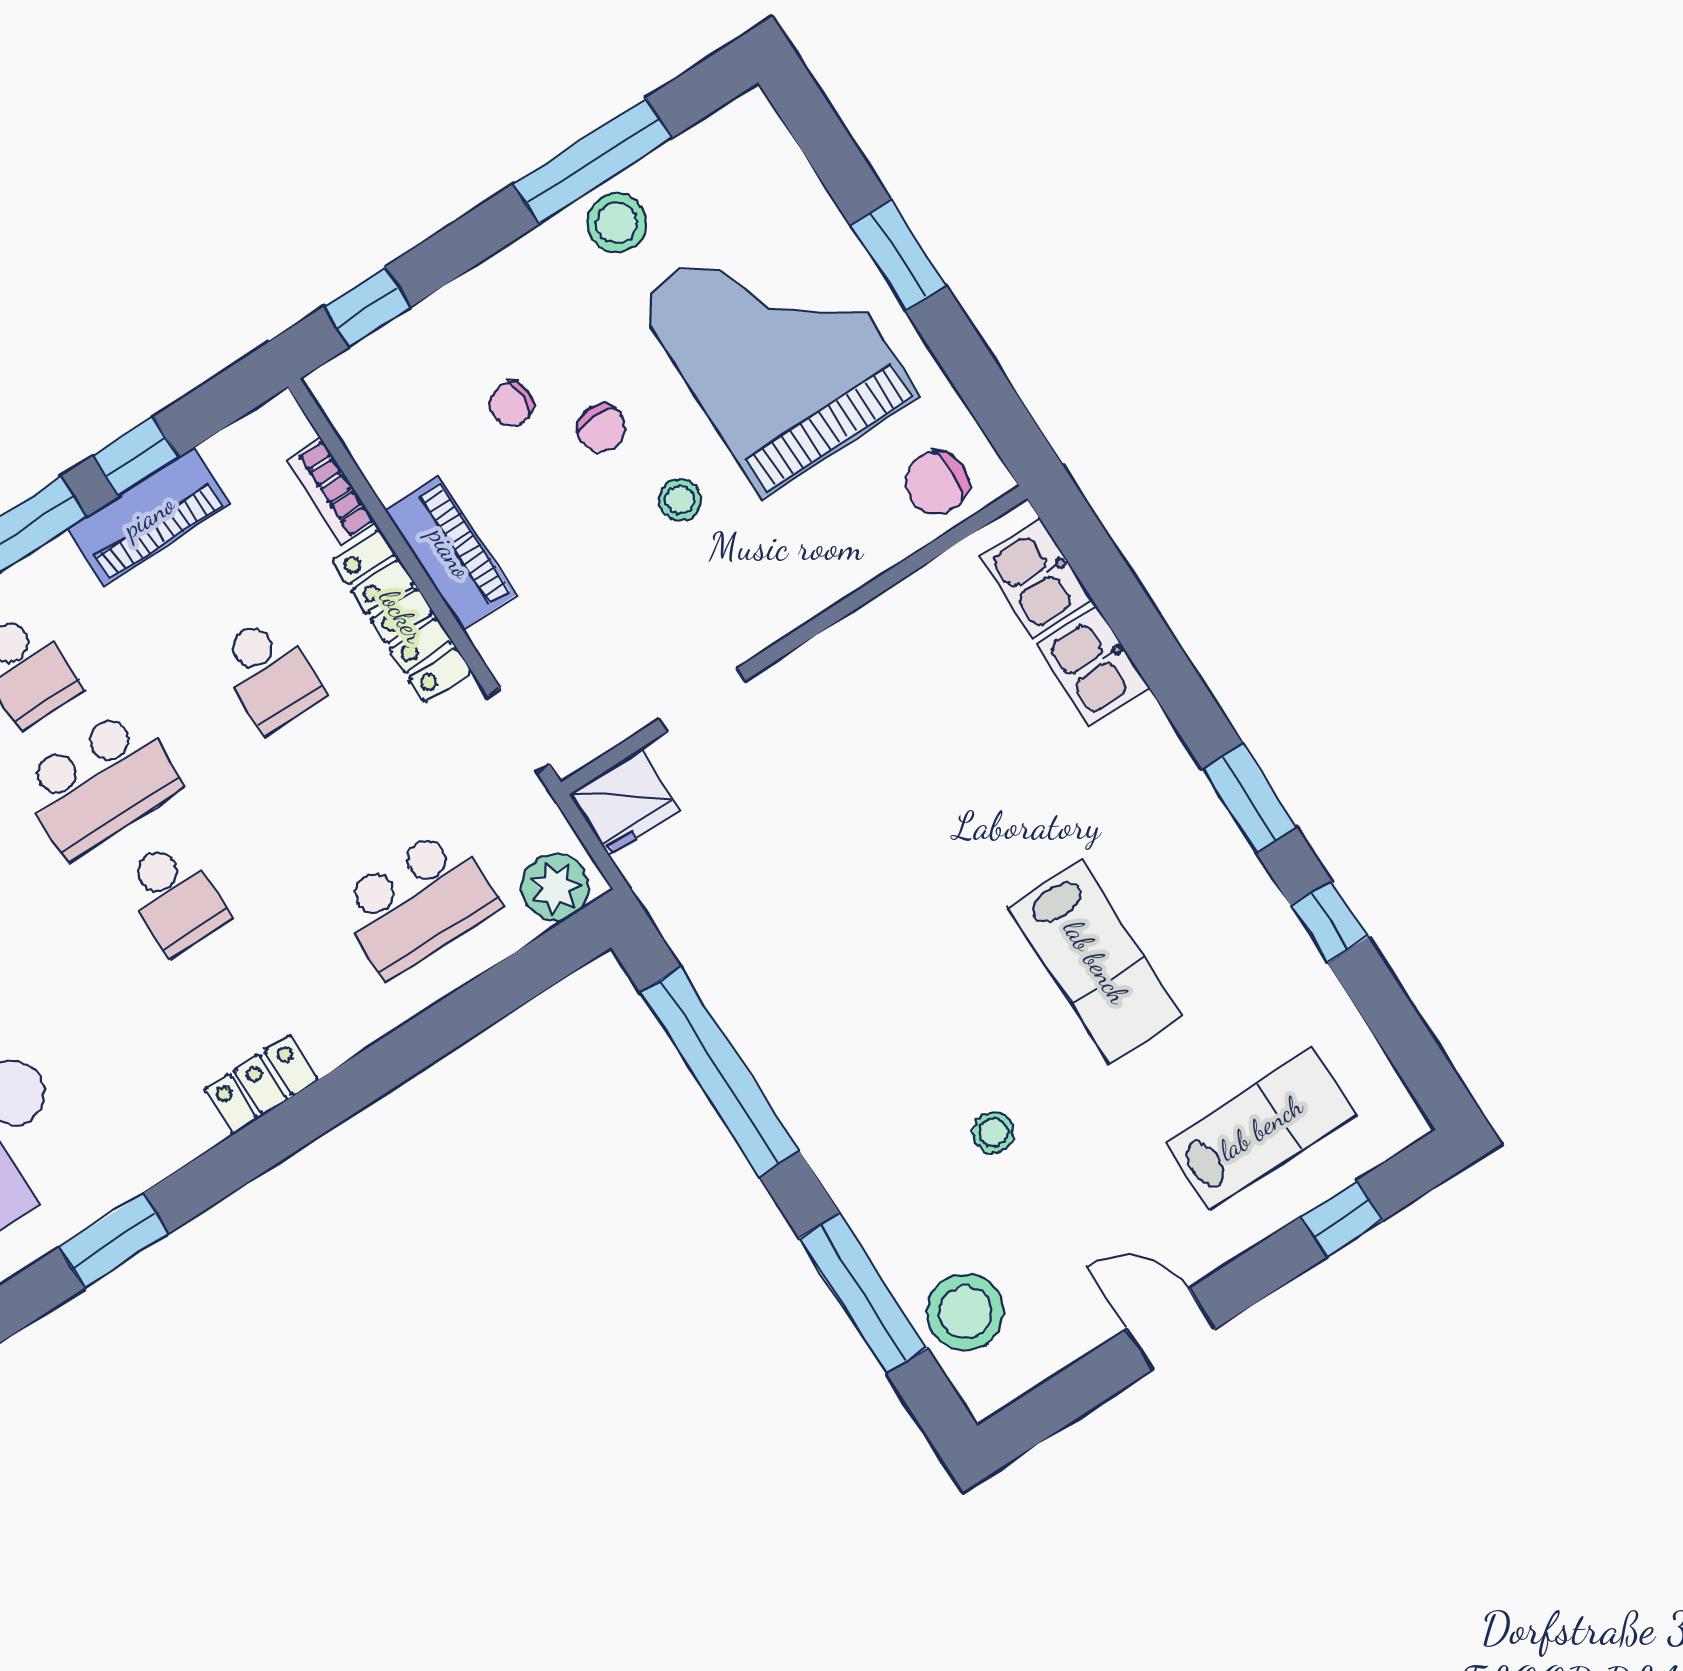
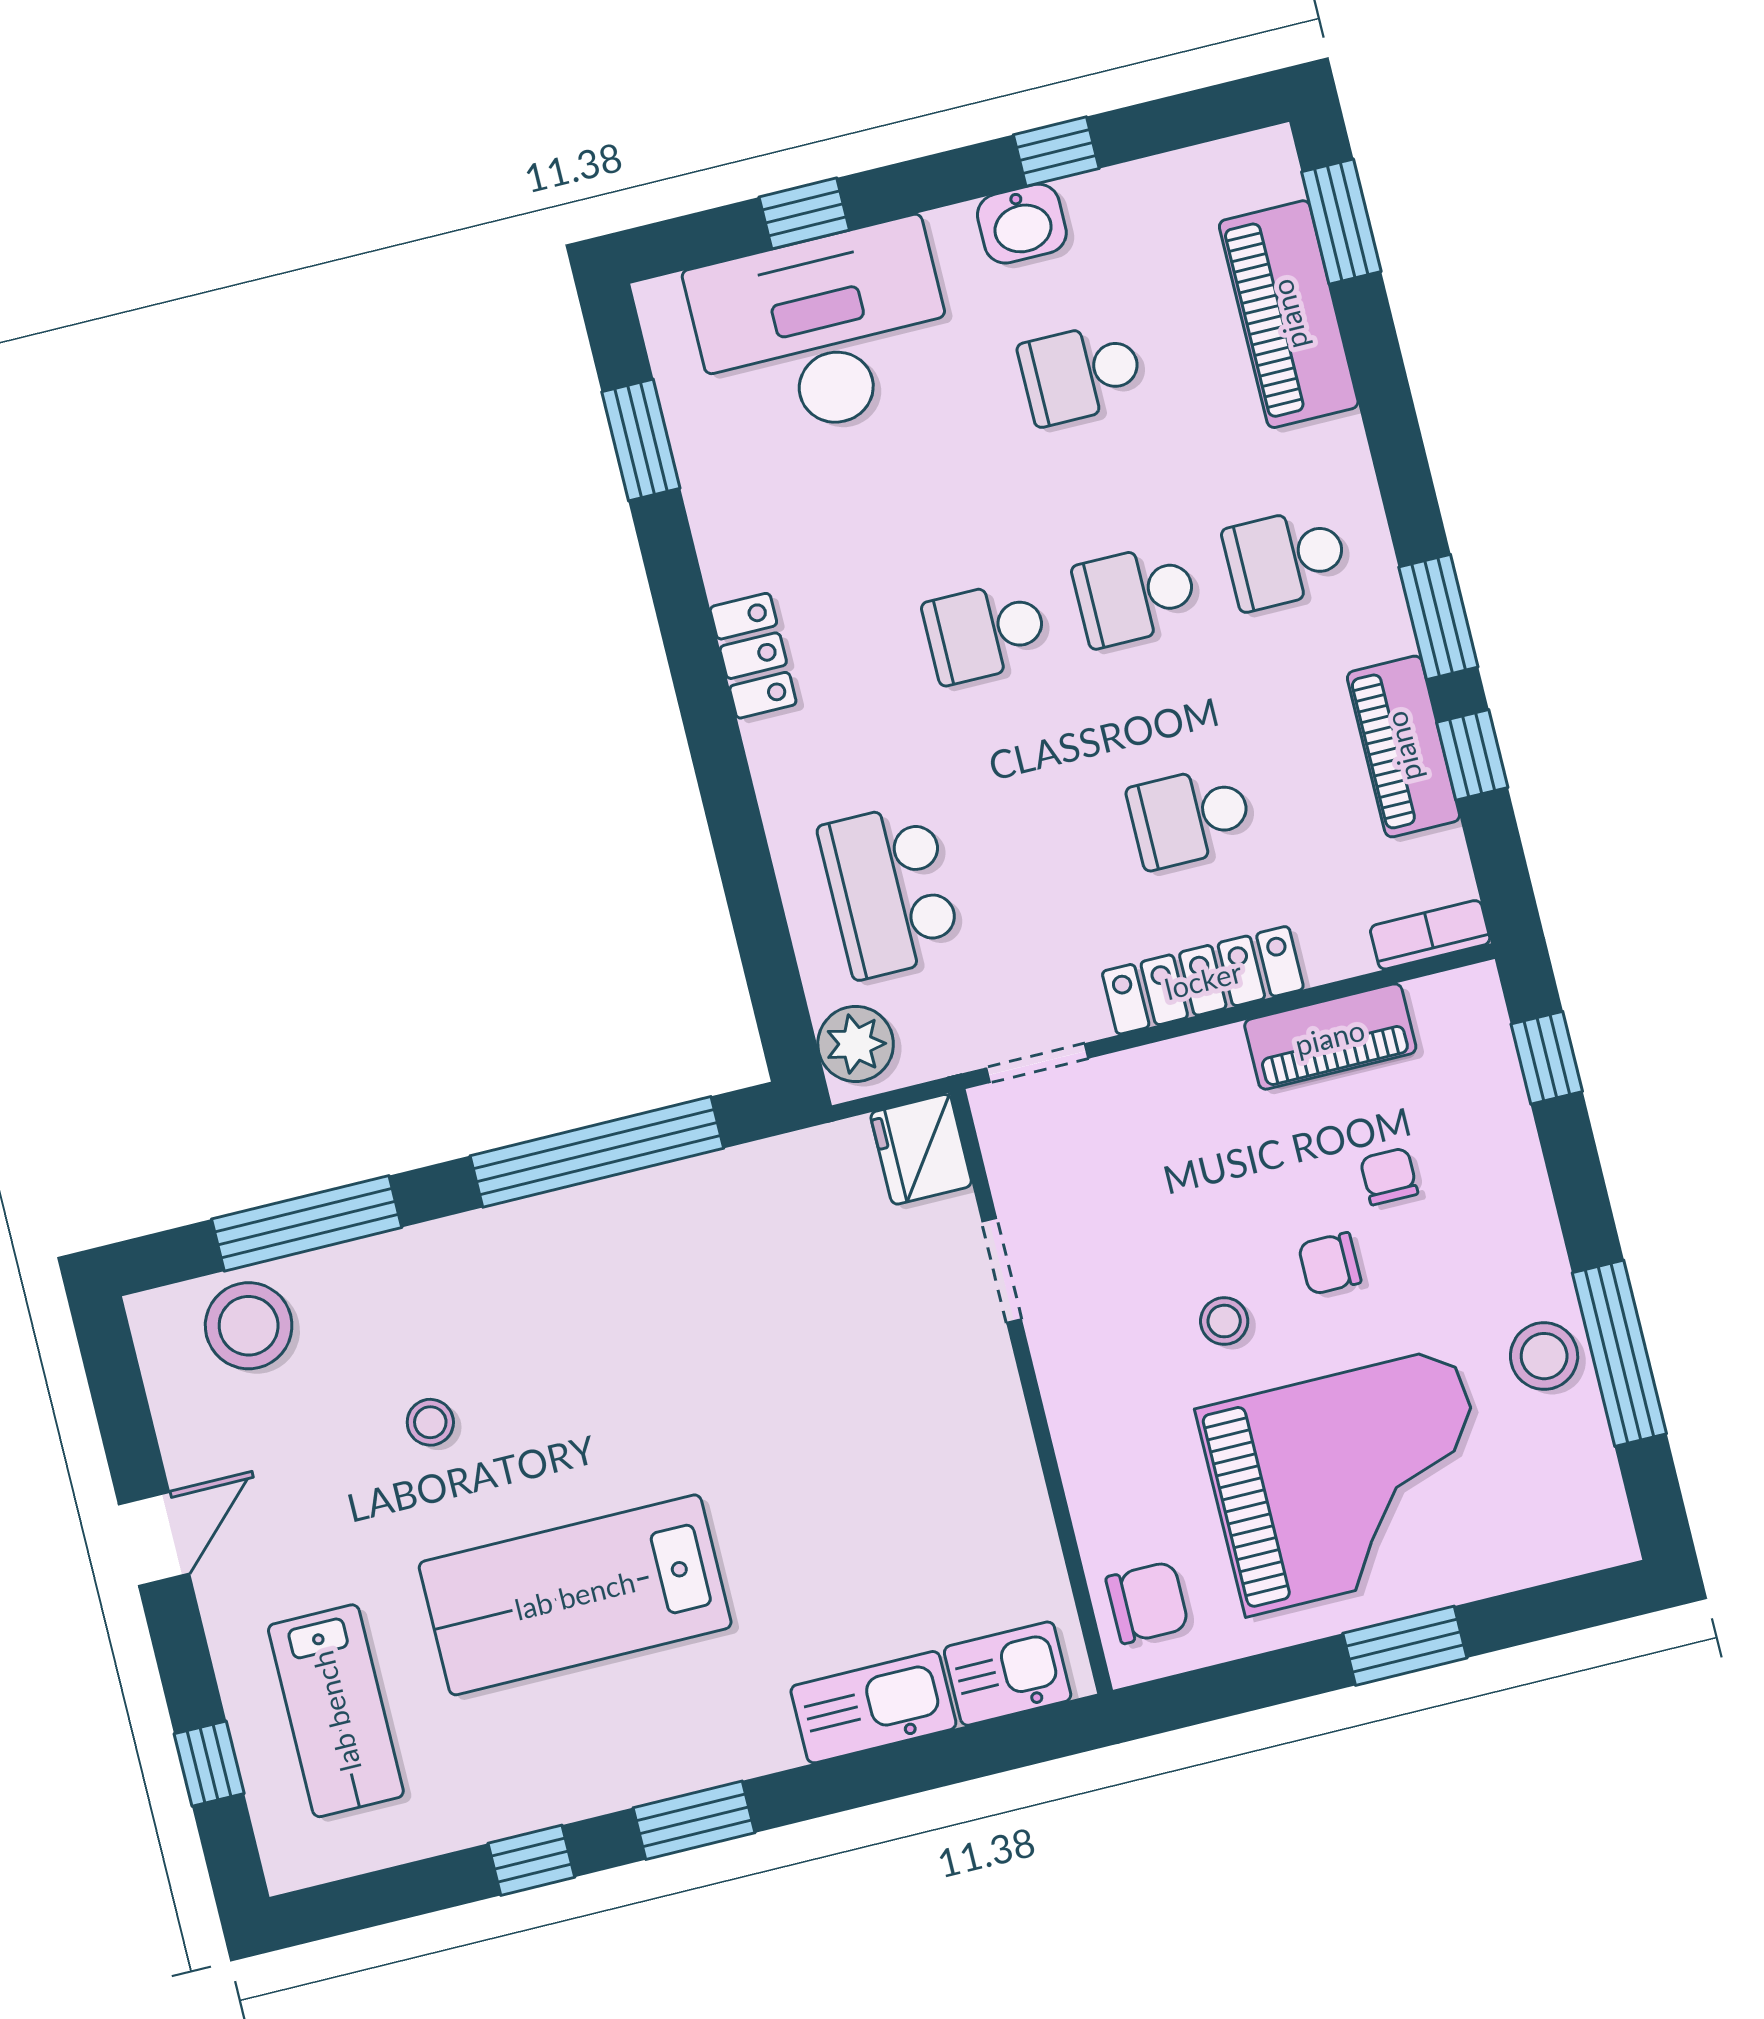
chair: (937, 483) -> (1147, 1603), turned 90
bookcase: (332, 491) -> (1430, 935), moved
piano: (450, 553) -> (1330, 1037), moved
kitchen sink: (1093, 665) -> (873, 1707), width x1.38
school desk: (100, 783) -> (1136, 595), width x0.54
lab bench: (1096, 962) -> (575, 1595), width x1.36, depth x1.39

